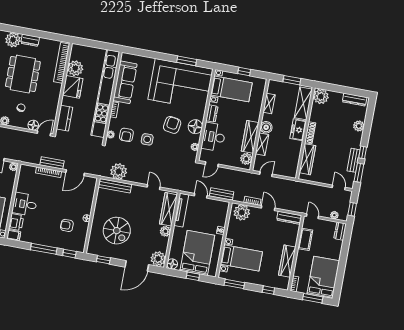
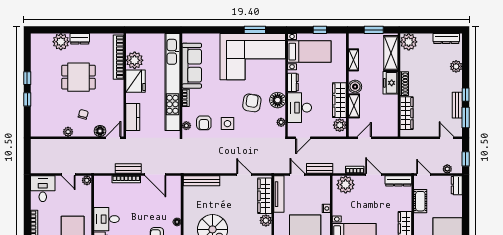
dining table: (23, 74) -> (78, 77), width x0.73
plant: (119, 171) -> (203, 164), removed
door: (75, 173) -> (155, 175), hinge flipped

